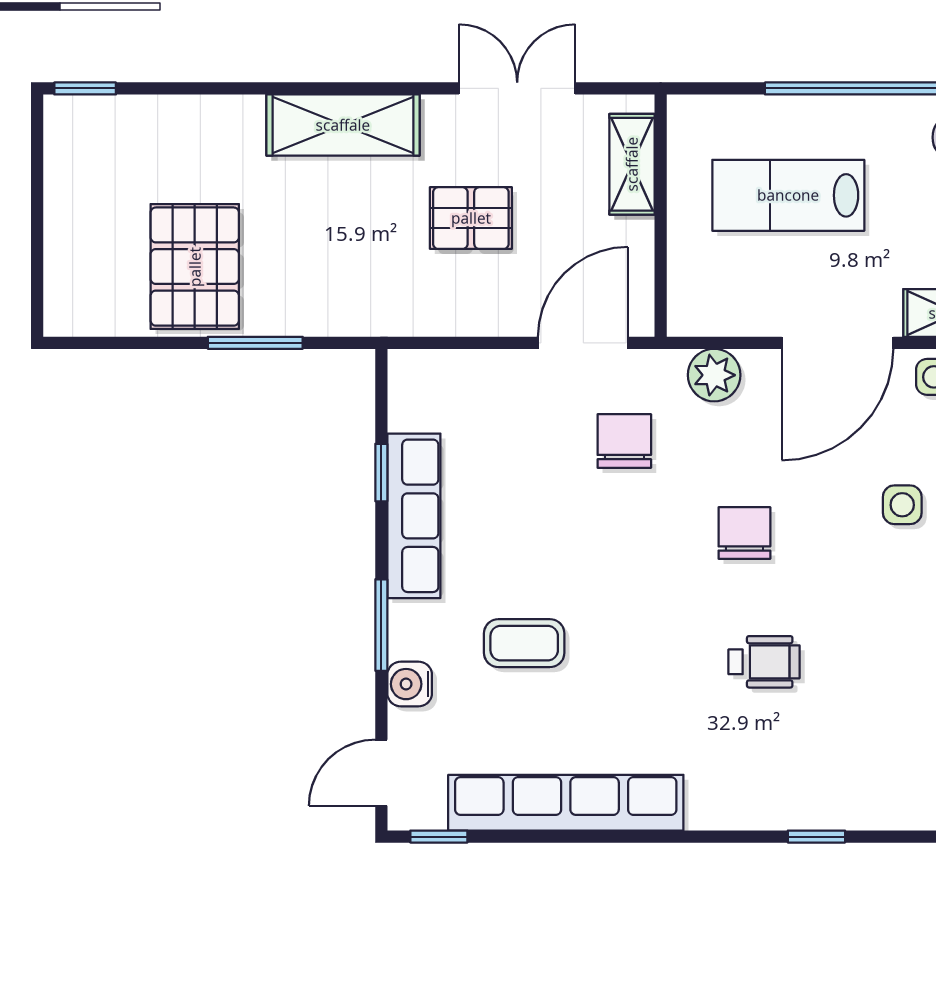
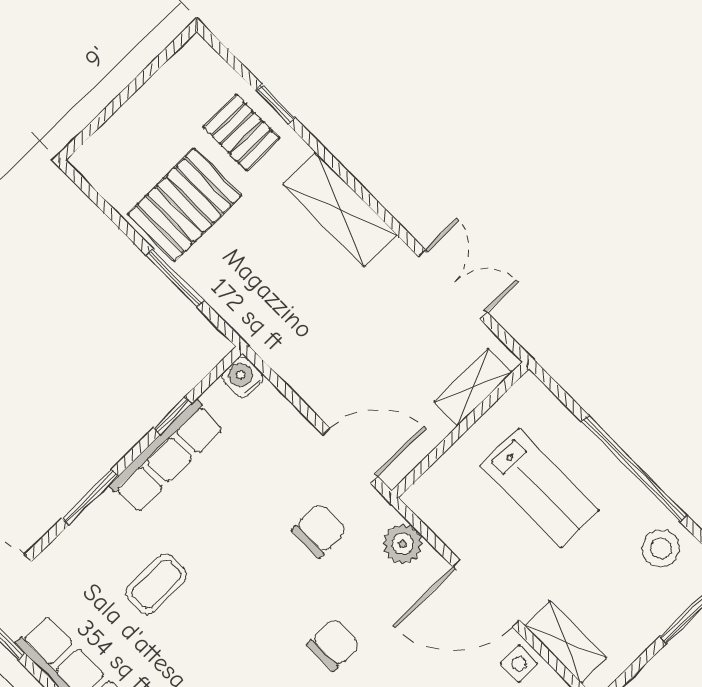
window: (85, 88) -> (275, 104), moved
lab bench: (788, 195) -> (540, 488), turned 180
pallet: (471, 218) -> (241, 132), moved
coffee table: (524, 643) -> (156, 584), turned 90
water cooler: (410, 684) -> (242, 377), moved

